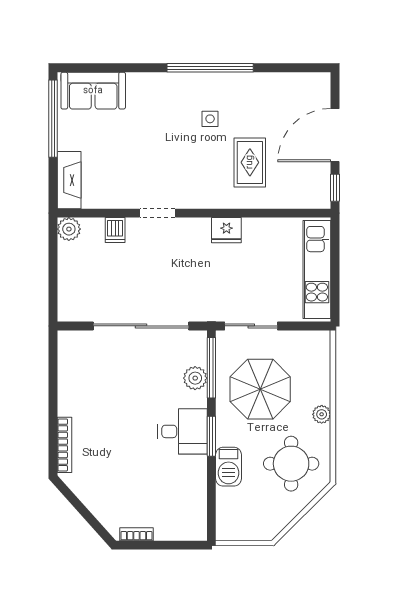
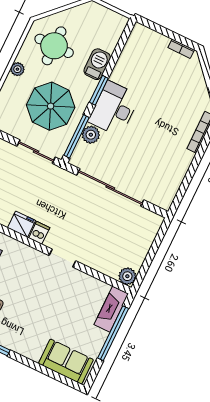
window: (53, 119) -> (113, 333), moved
dishwasher: (115, 230) -> (39, 233), moved
desk: (182, 431) -> (114, 109), width x1.37

